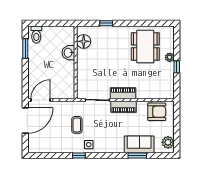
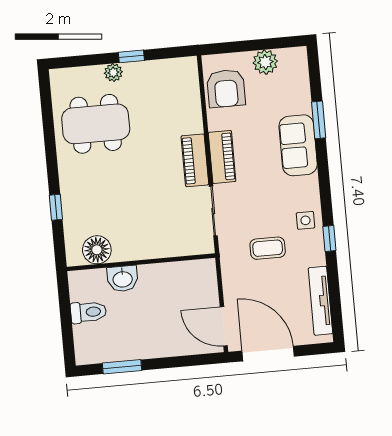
toilet: (36, 34) -> (88, 312), moved
armchair: (157, 112) -> (226, 88), turned 180
plant: (168, 142) -> (265, 62), moved
sofa: (139, 144) -> (298, 145), moved
tv unit: (49, 148) -> (320, 301), added

